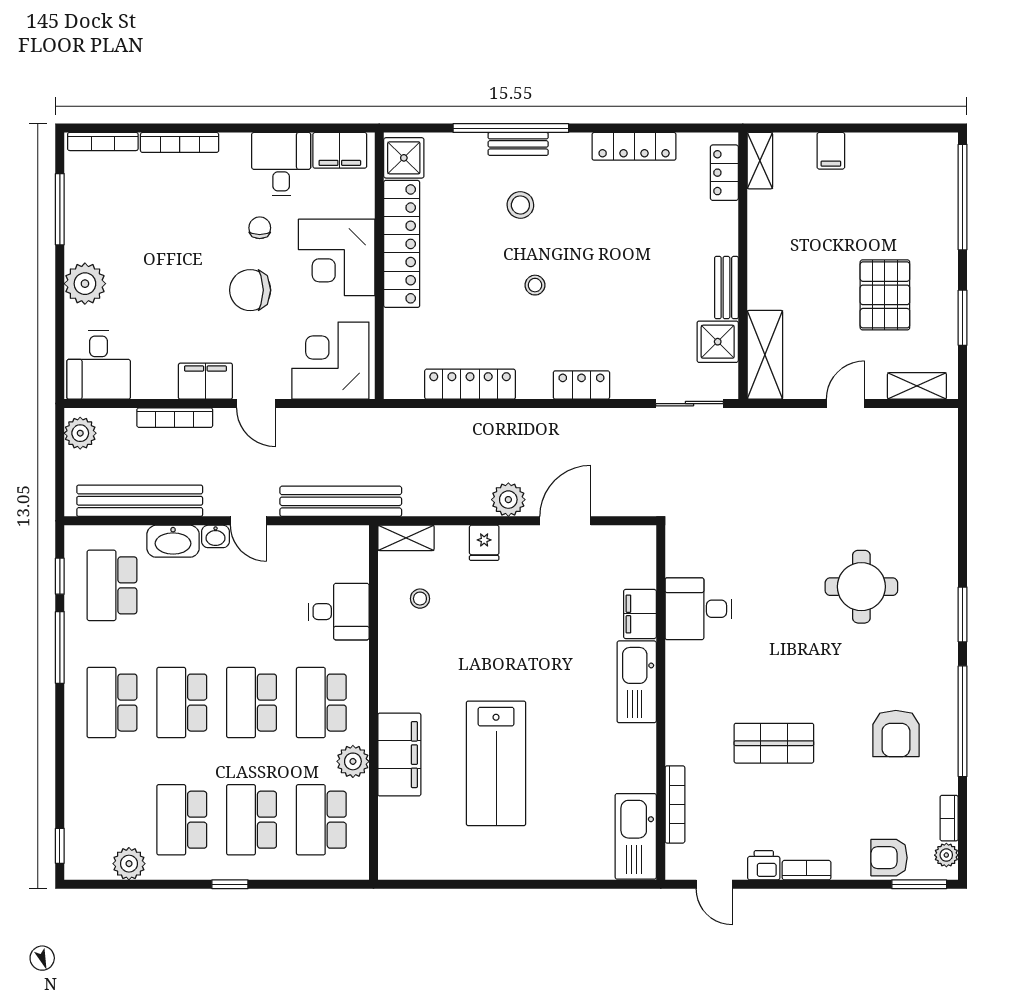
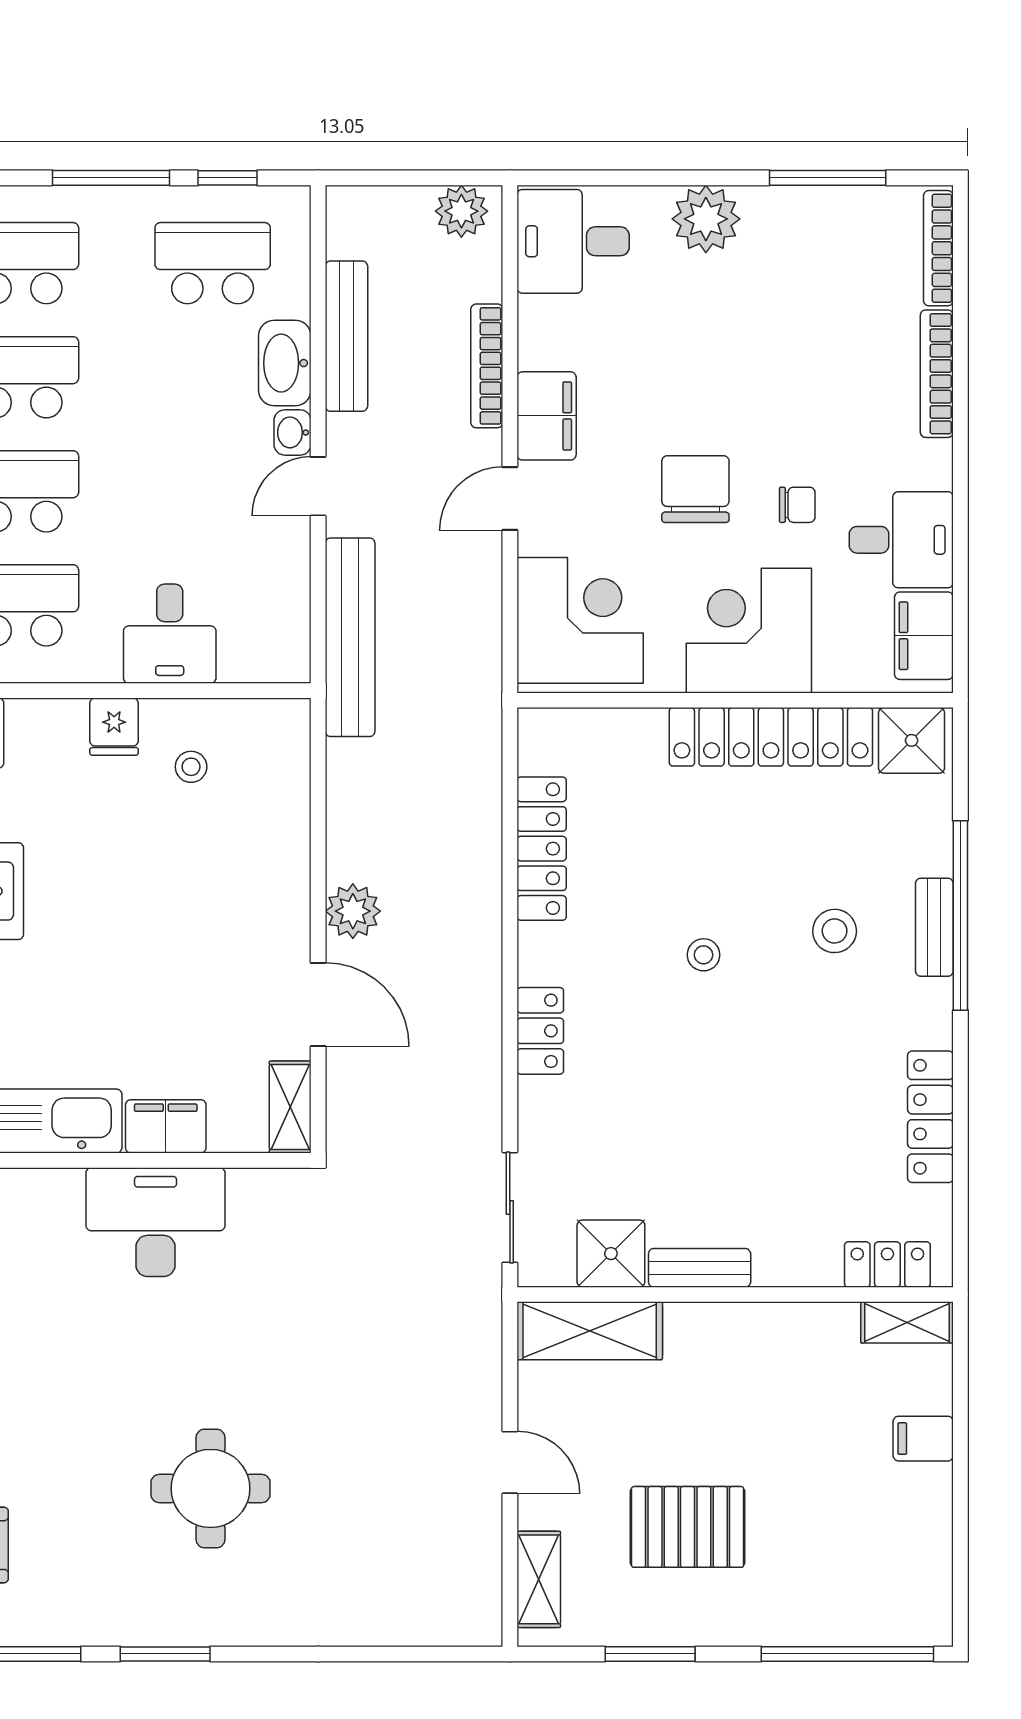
bench: (140, 501) -> (346, 336), width x0.73, depth x0.82
shelving: (406, 538) -> (290, 1107), moved
fridge: (484, 543) -> (114, 727), moved, turned -90
desk: (698, 609) -> (155, 1222), width x1.37

